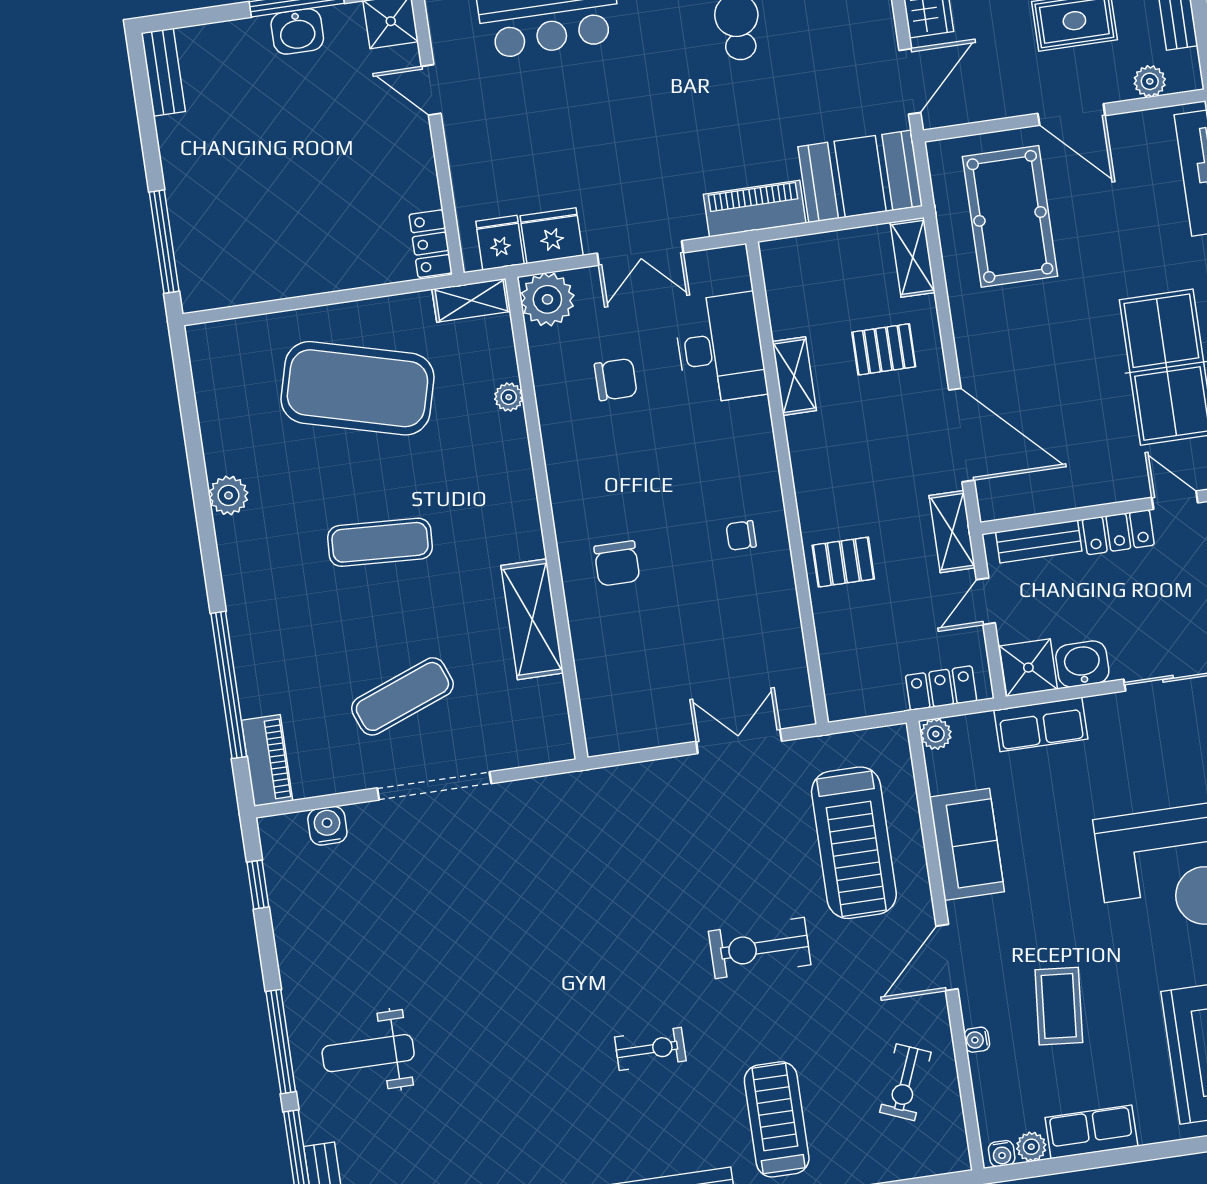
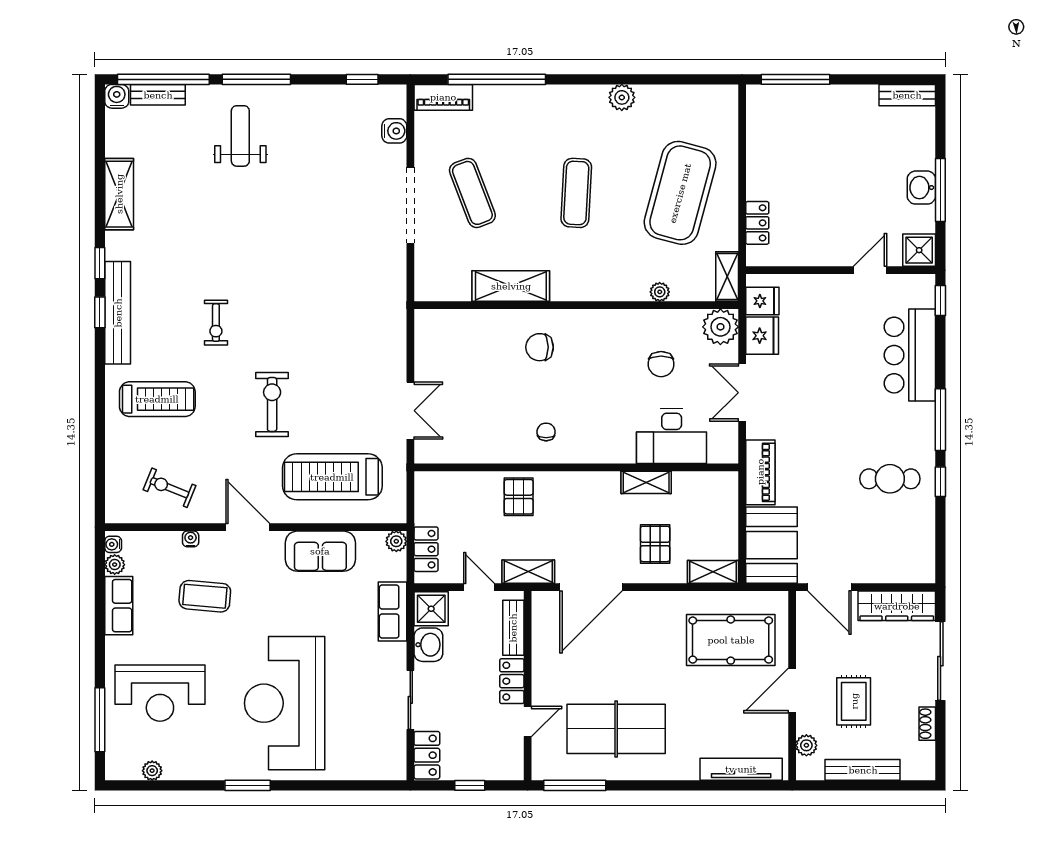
locker: (431, 244) -> (757, 223), moved, turned 90

